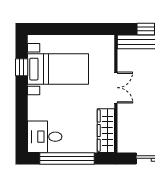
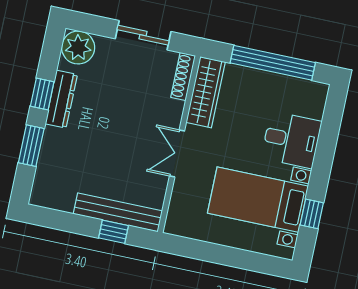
desk: (45, 137) -> (291, 140), moved
shoe rack: (122, 138) -> (183, 76), added

